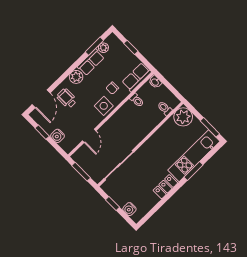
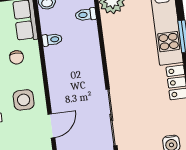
side table: (104, 106) -> (24, 100), moved
door: (89, 136) -> (51, 126), hinge flipped

